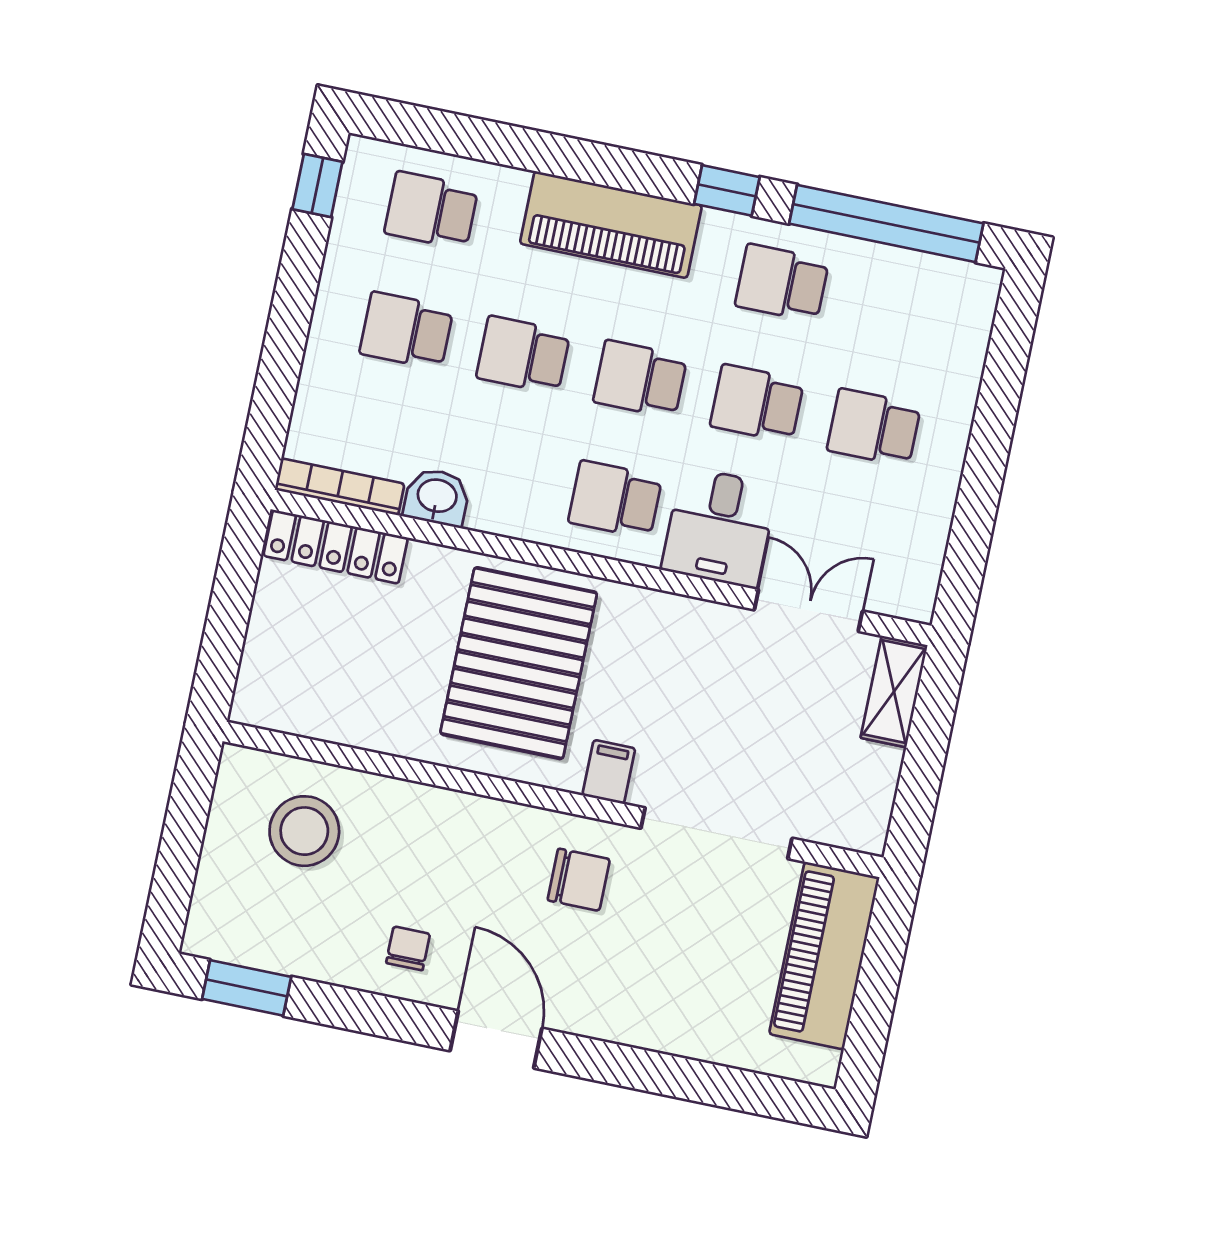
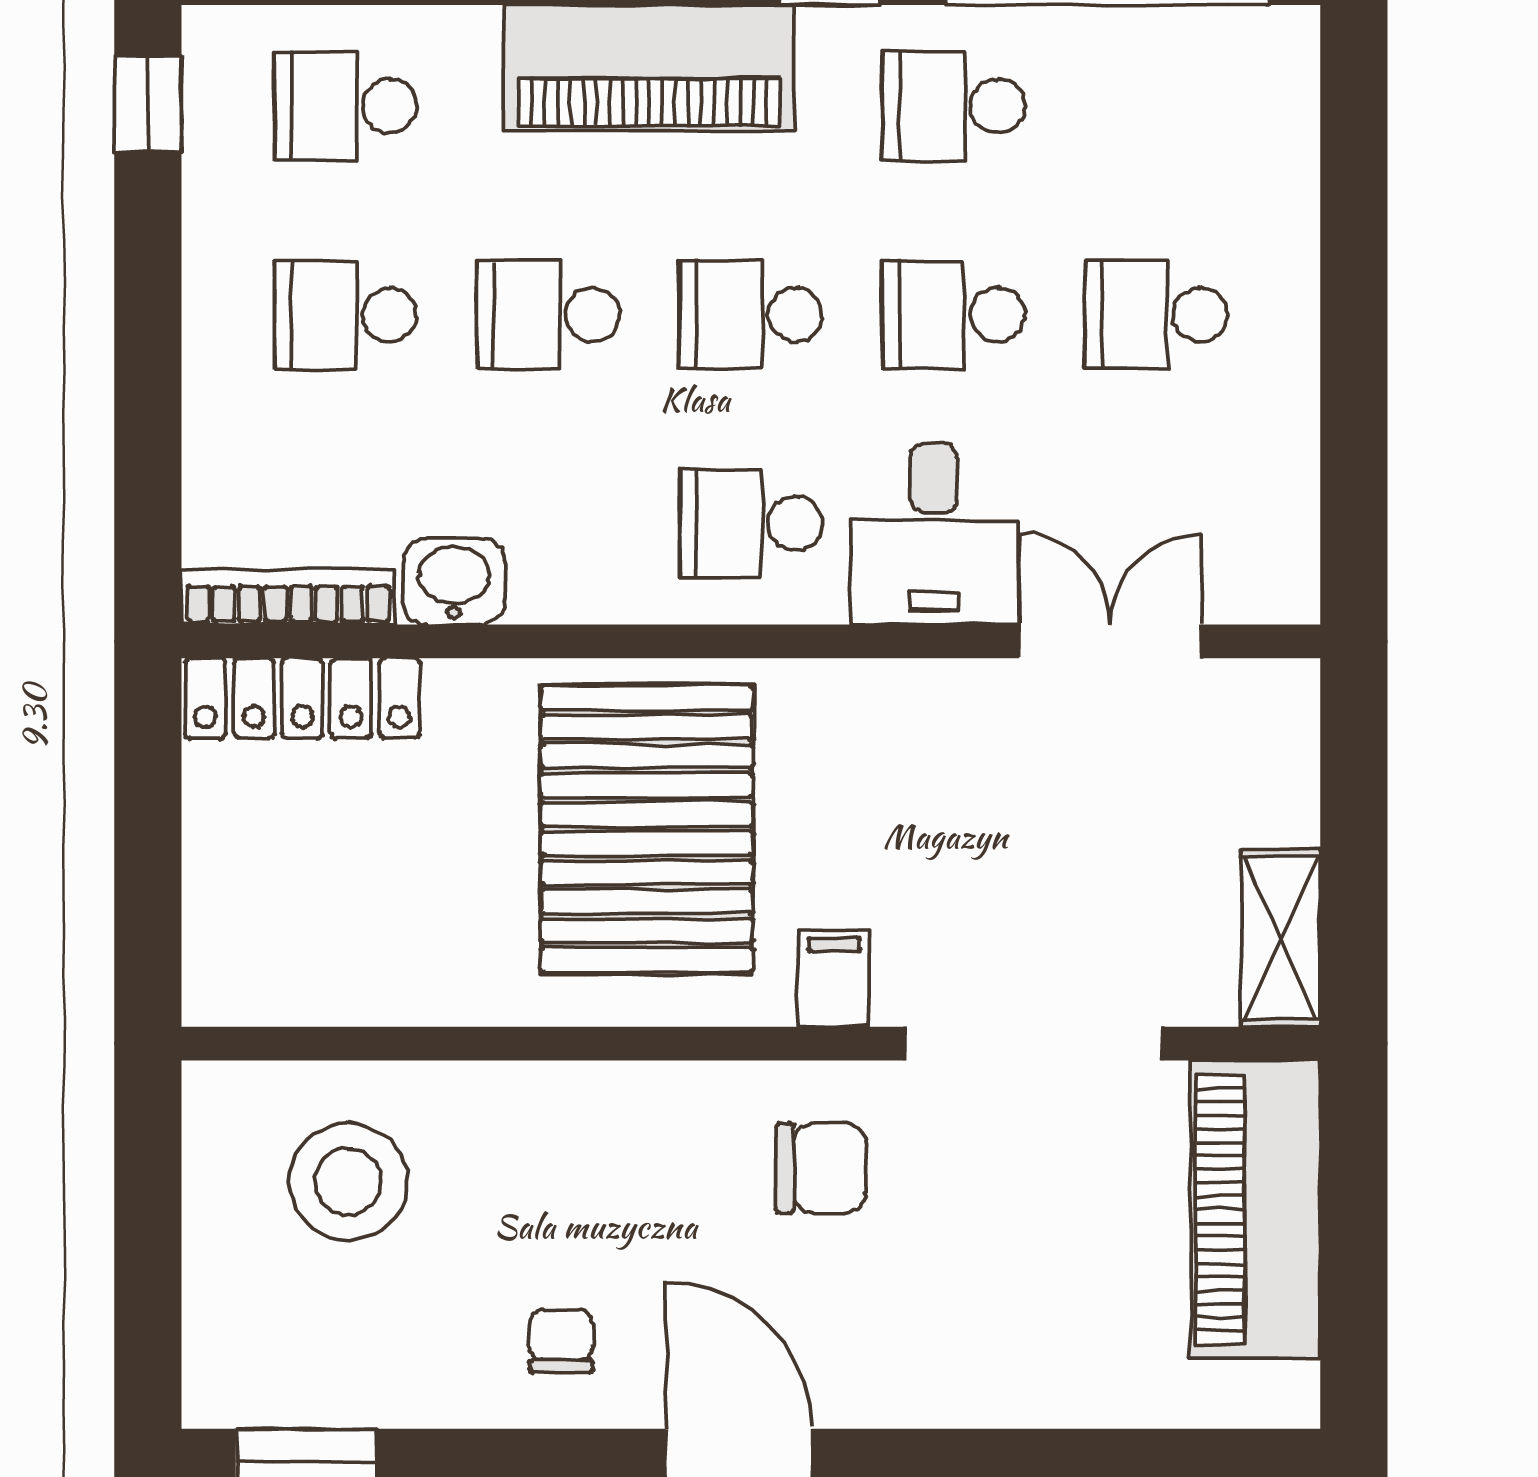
shelving: (894, 692) -> (1281, 938), moved

